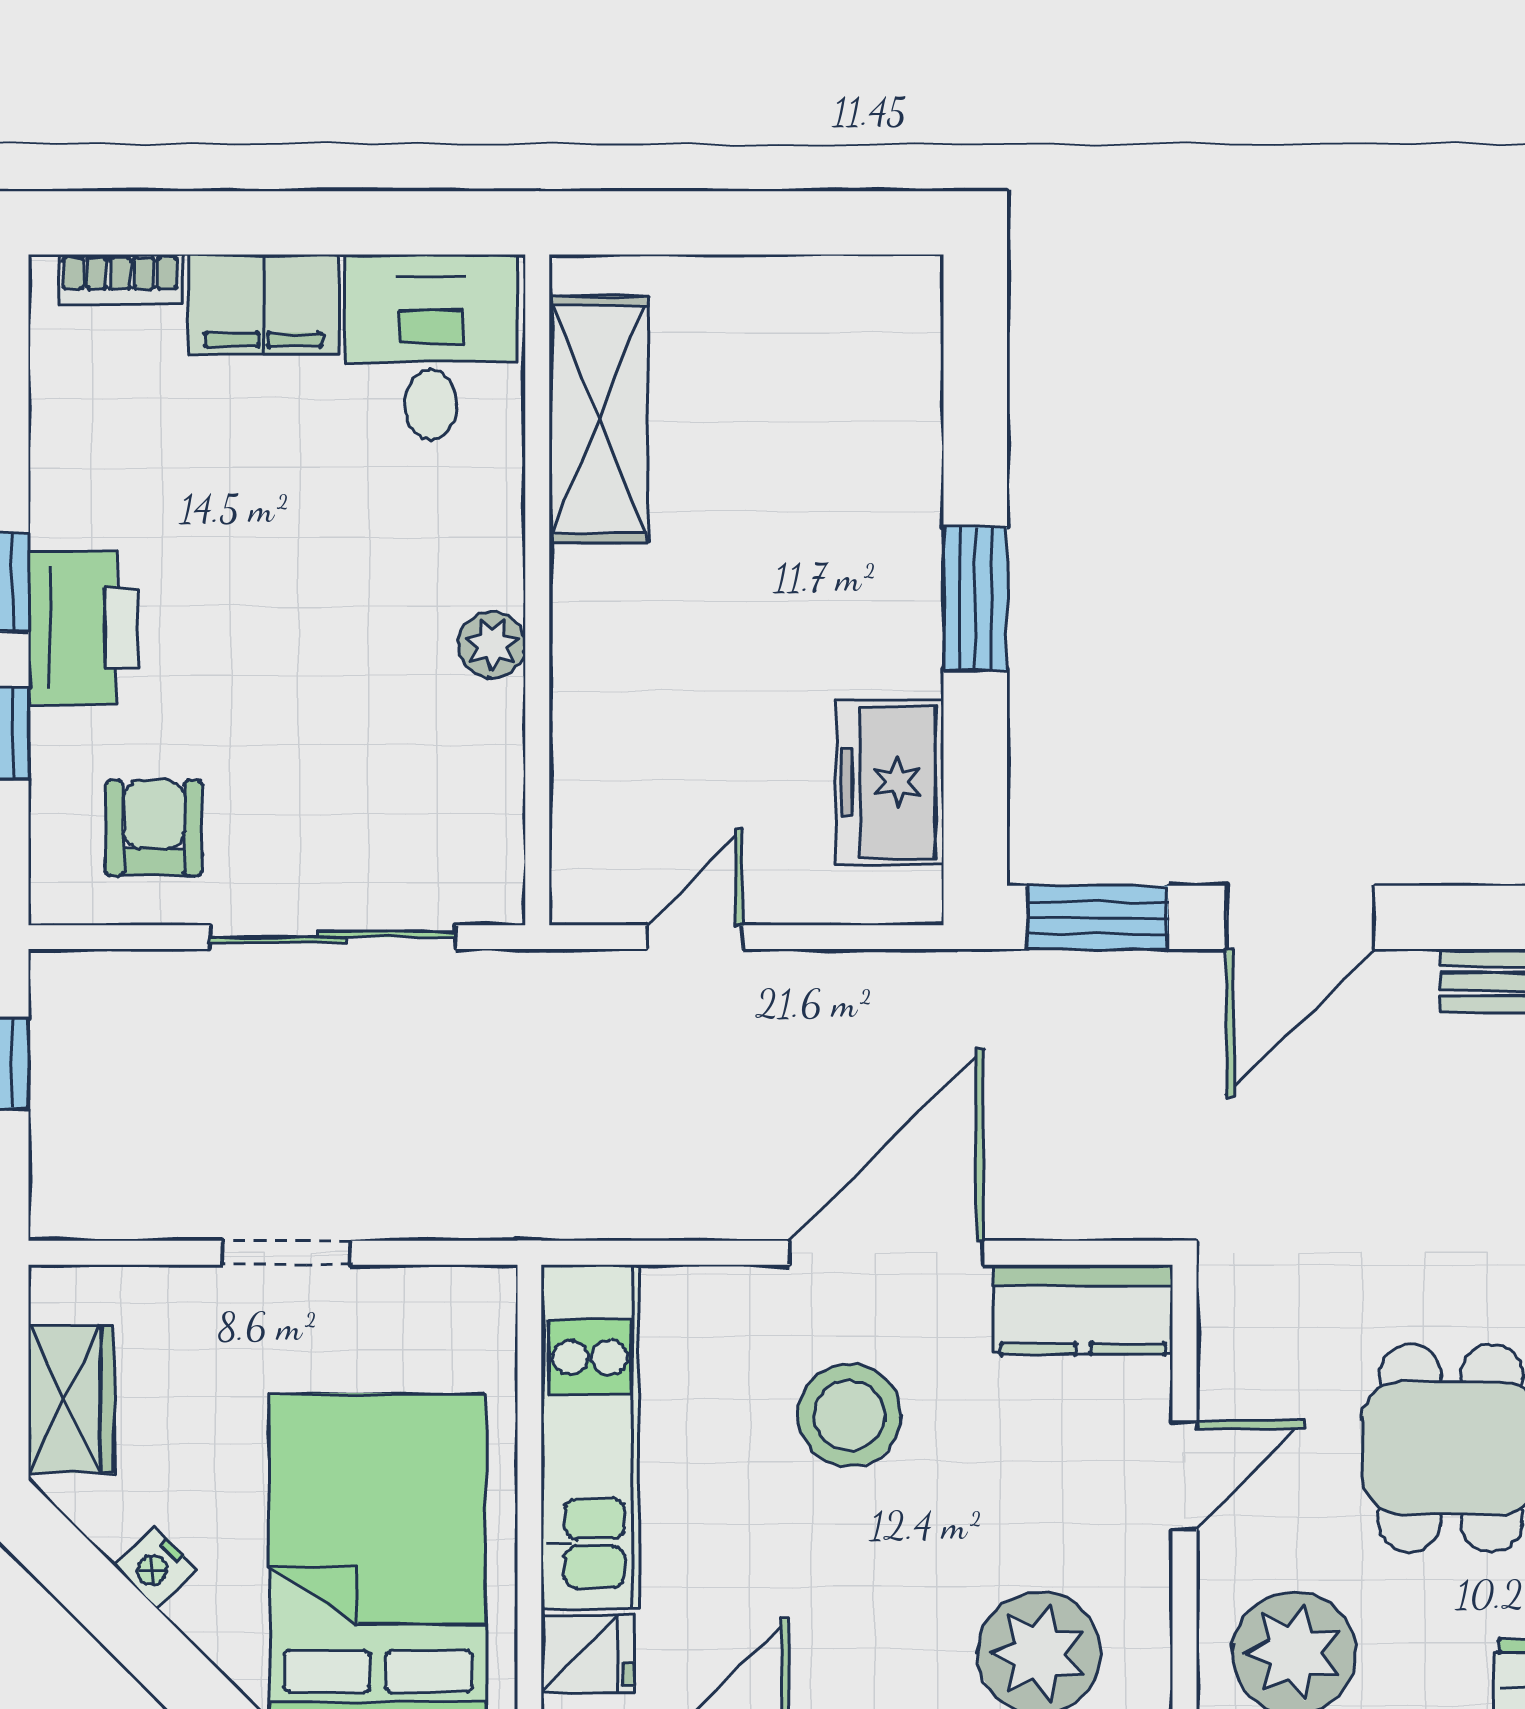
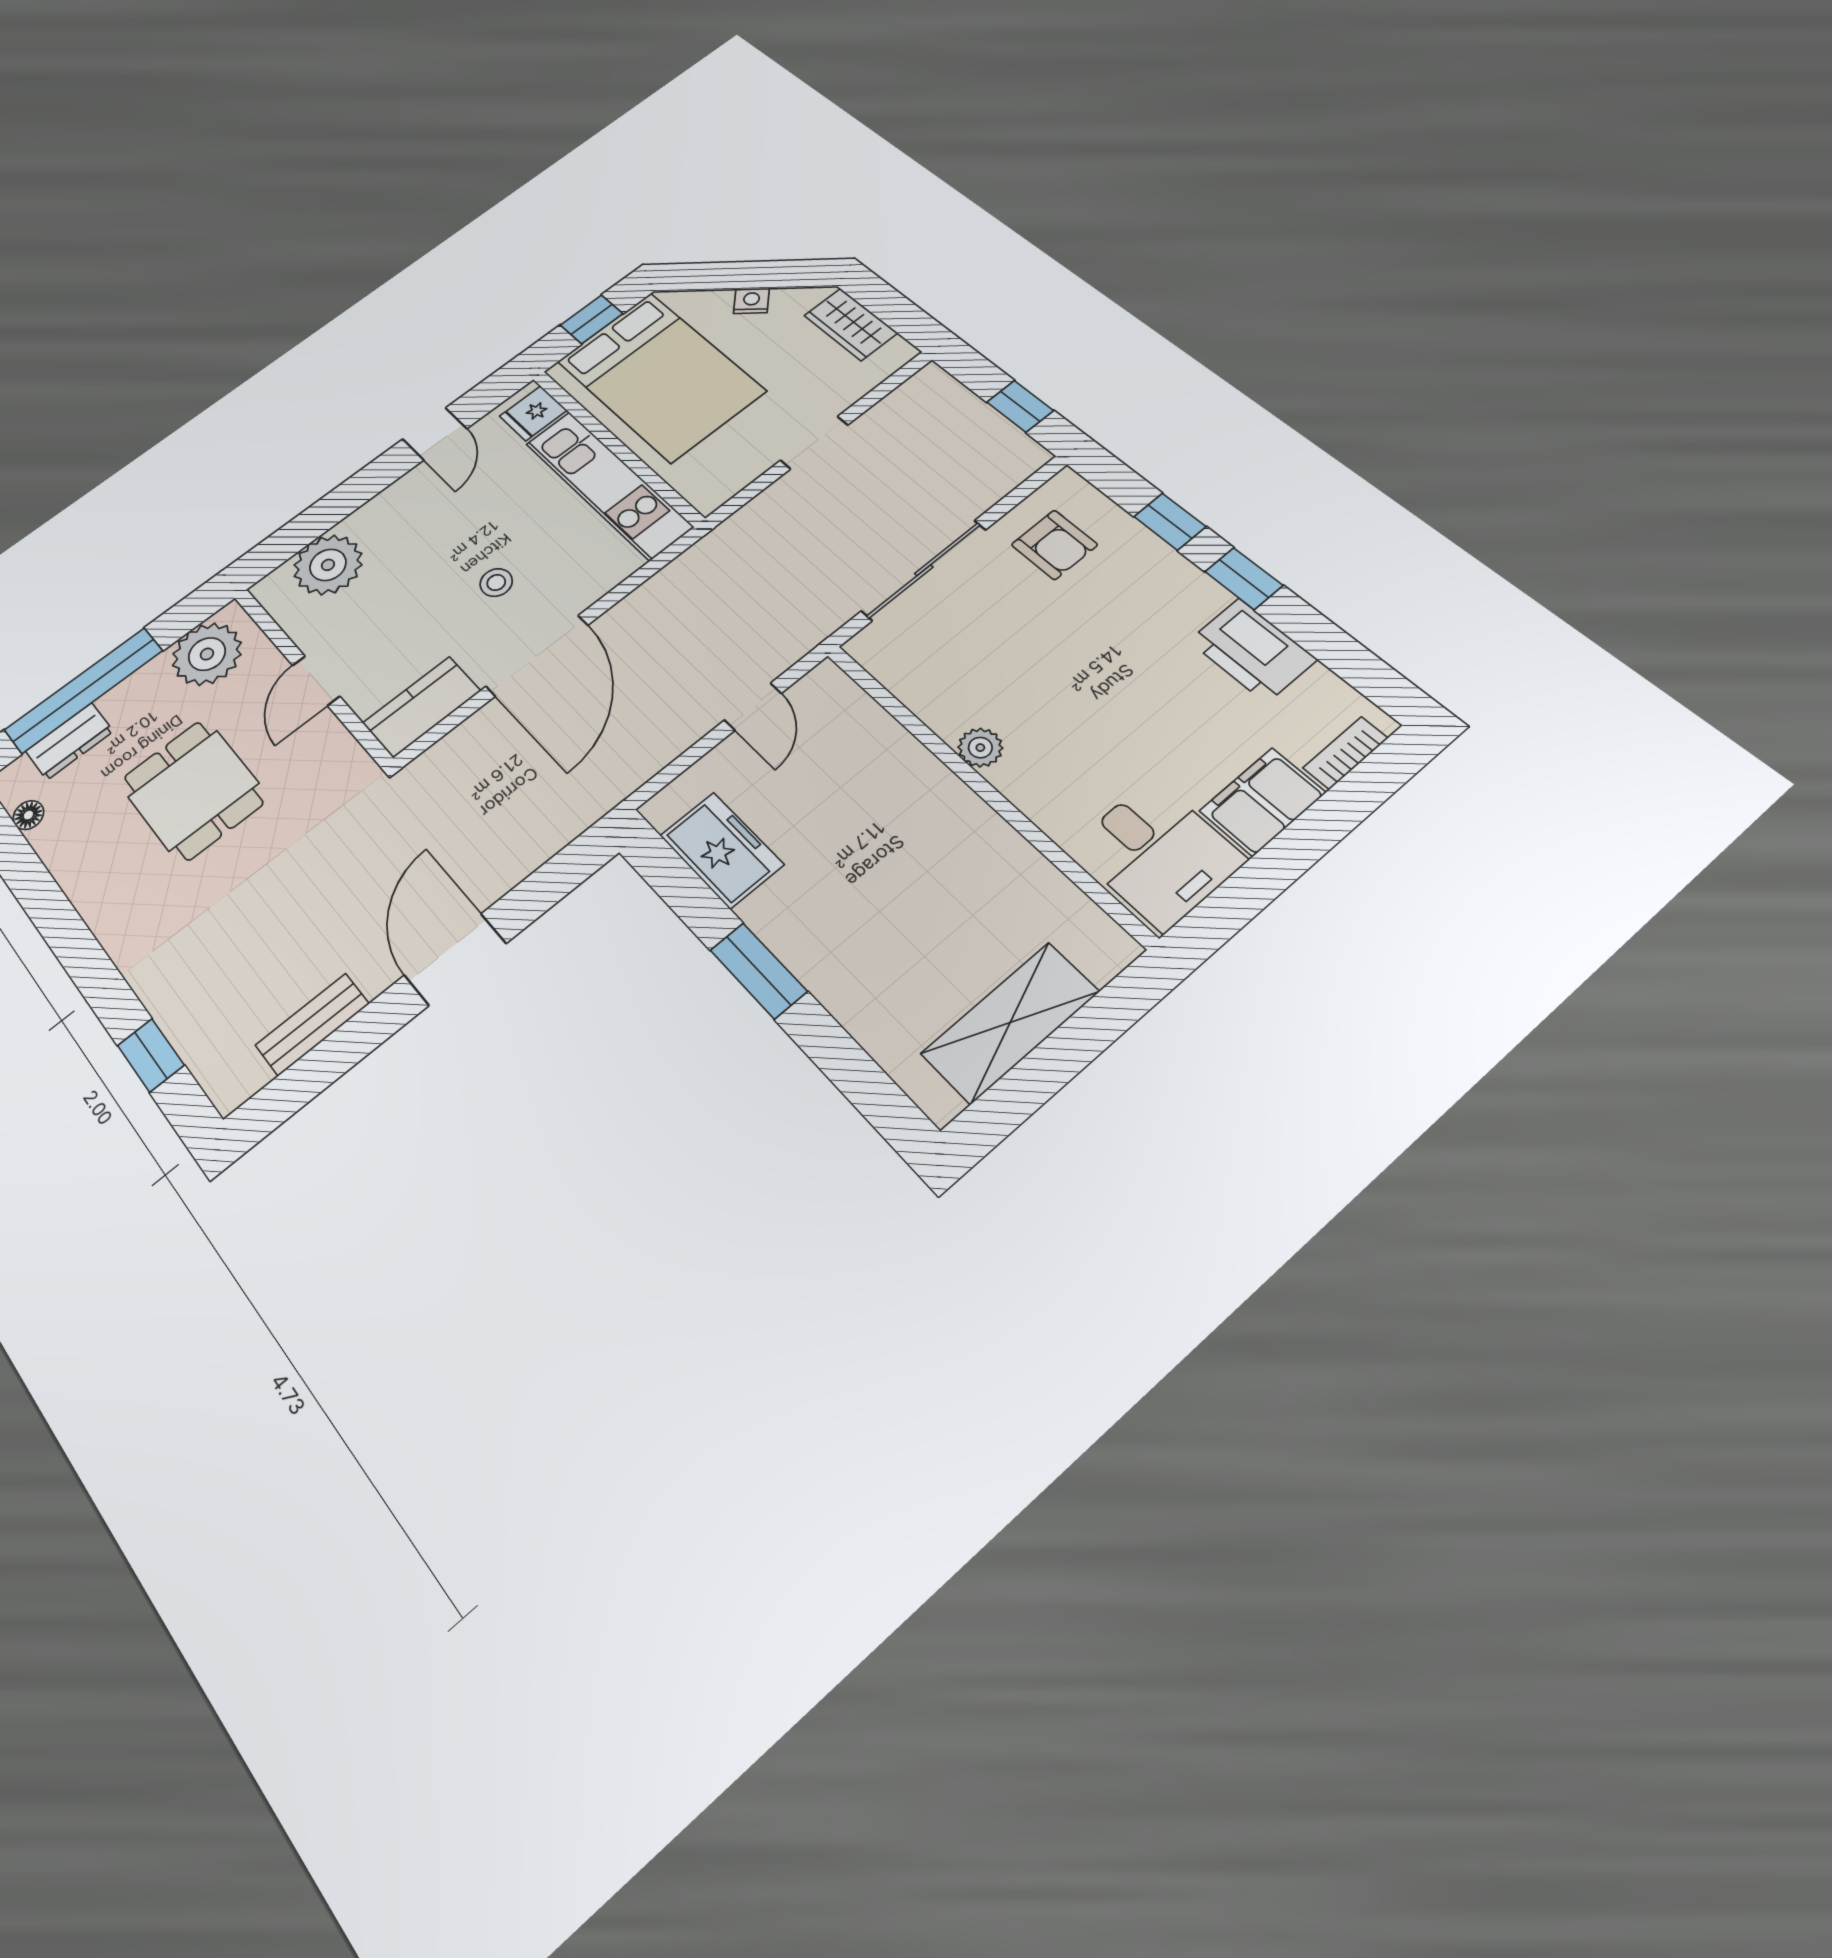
shelving: (598, 419) -> (1010, 1022), moved, turned 90
printer: (83, 628) -> (1252, 650), moved
window: (1098, 917) -> (561, 875), removed
stool: (850, 1415) -> (496, 583), width x0.53, depth x0.53

